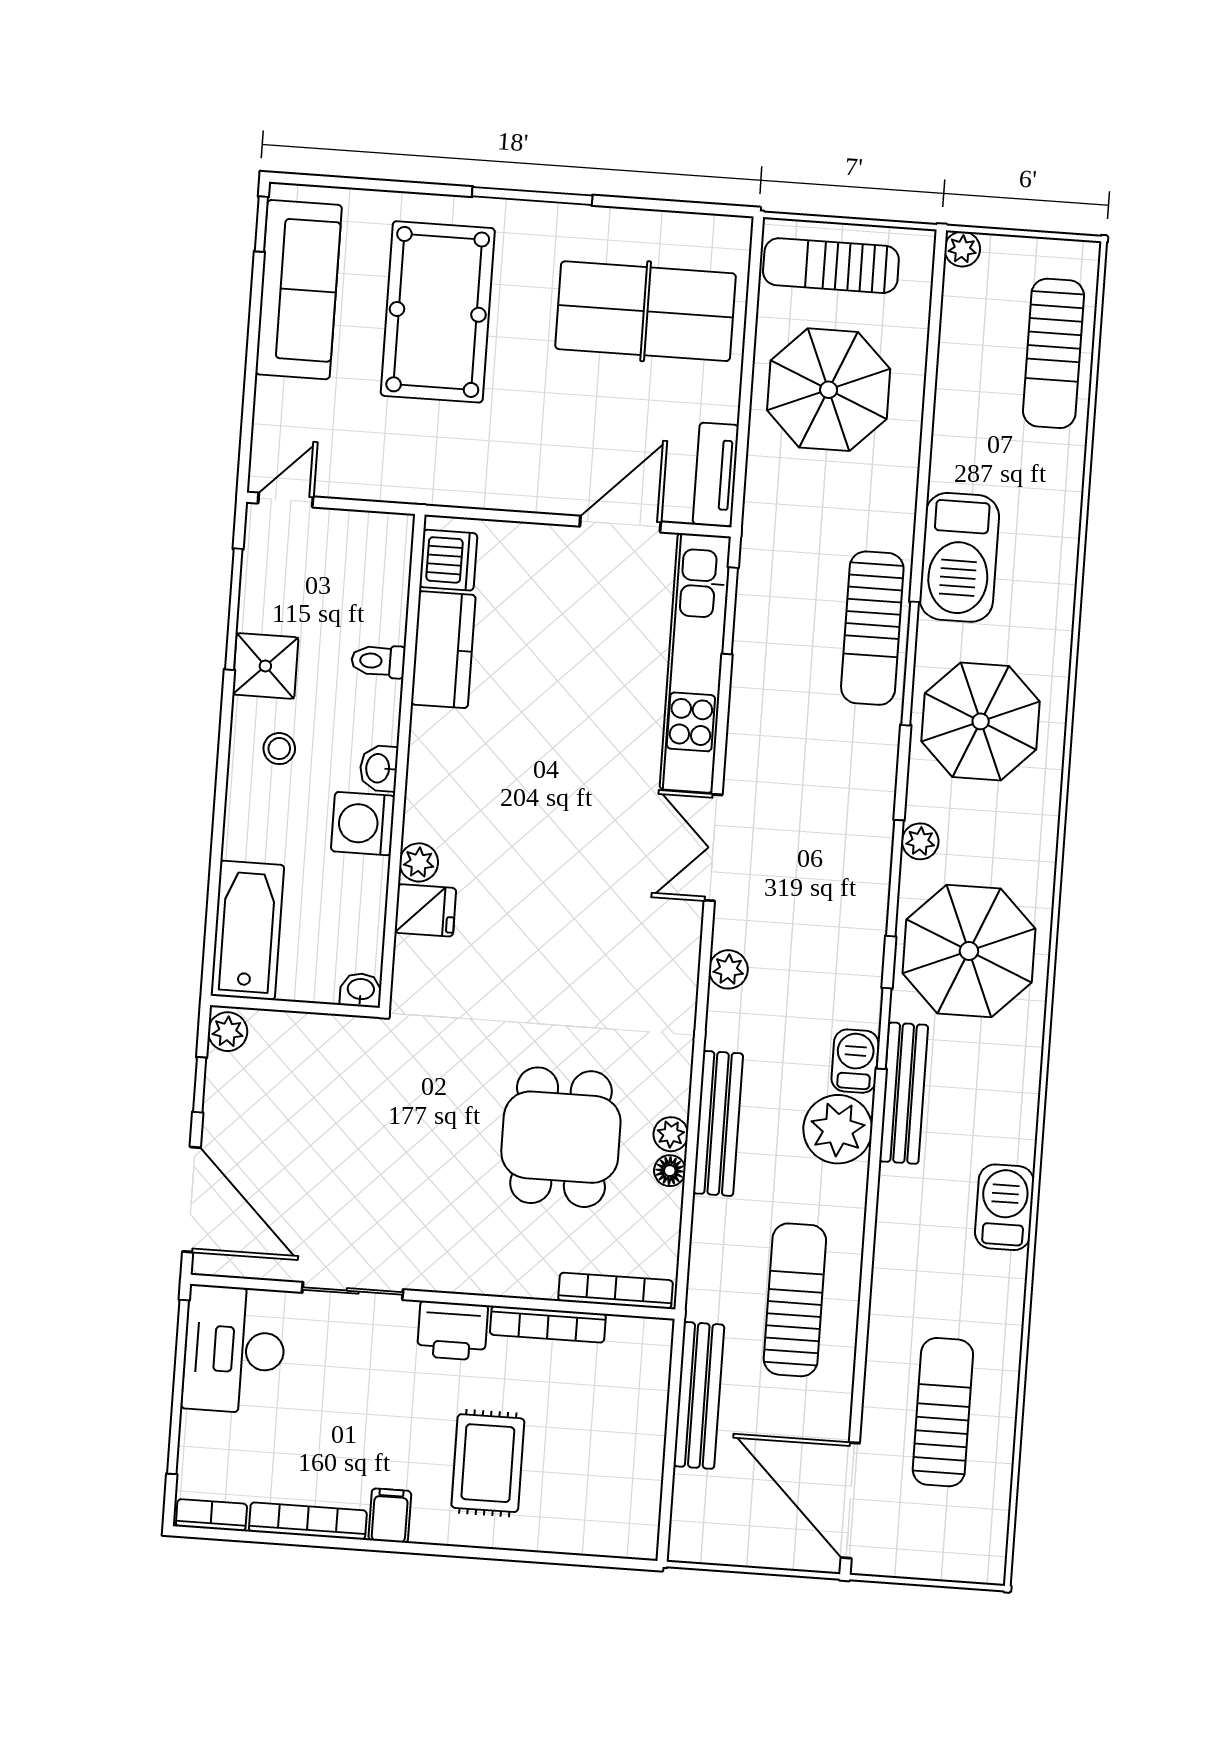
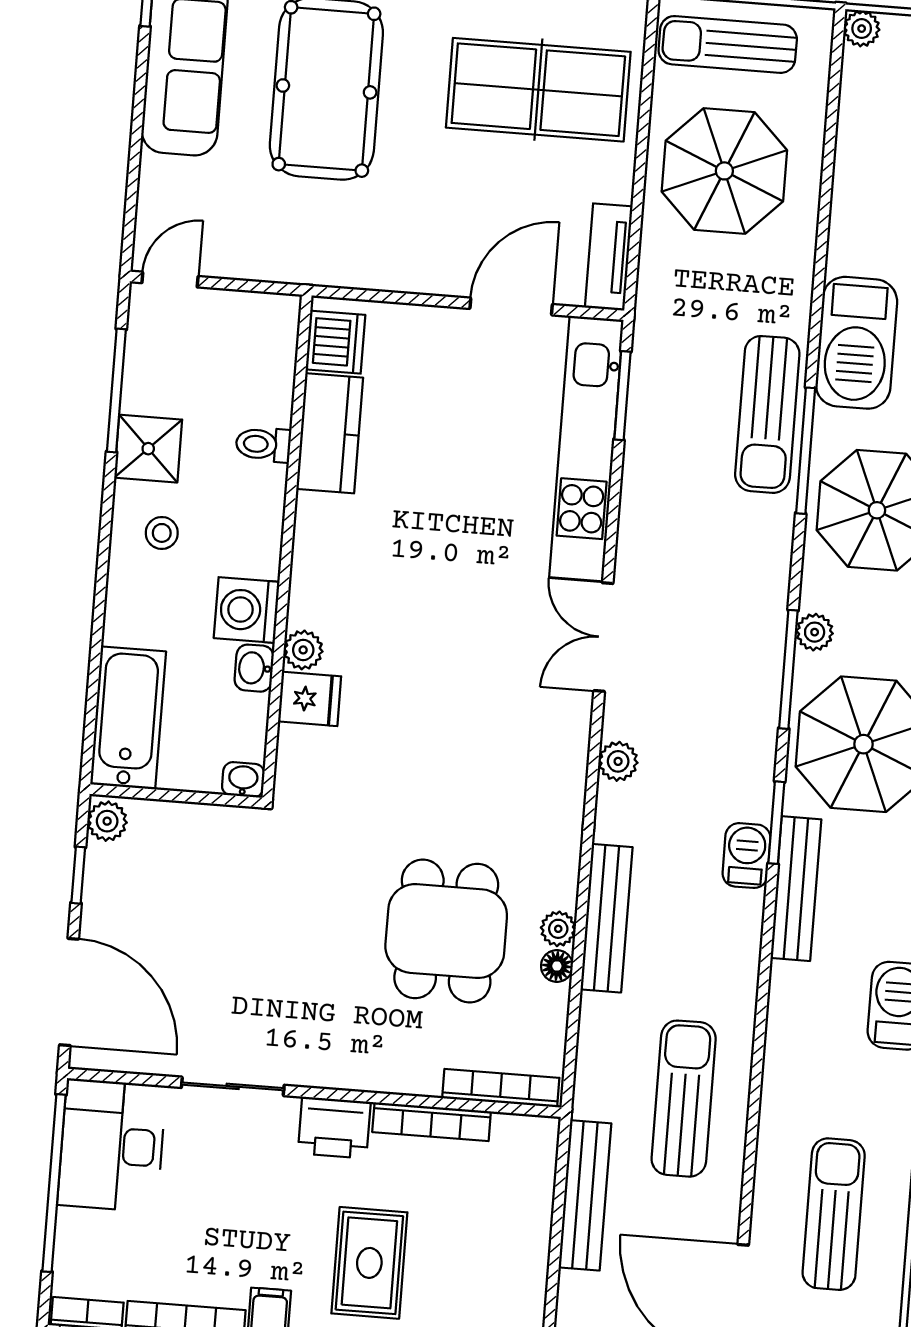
washbasin: (379, 768) -> (254, 668), moved
plant: (838, 1129) -> (728, 925), removed

